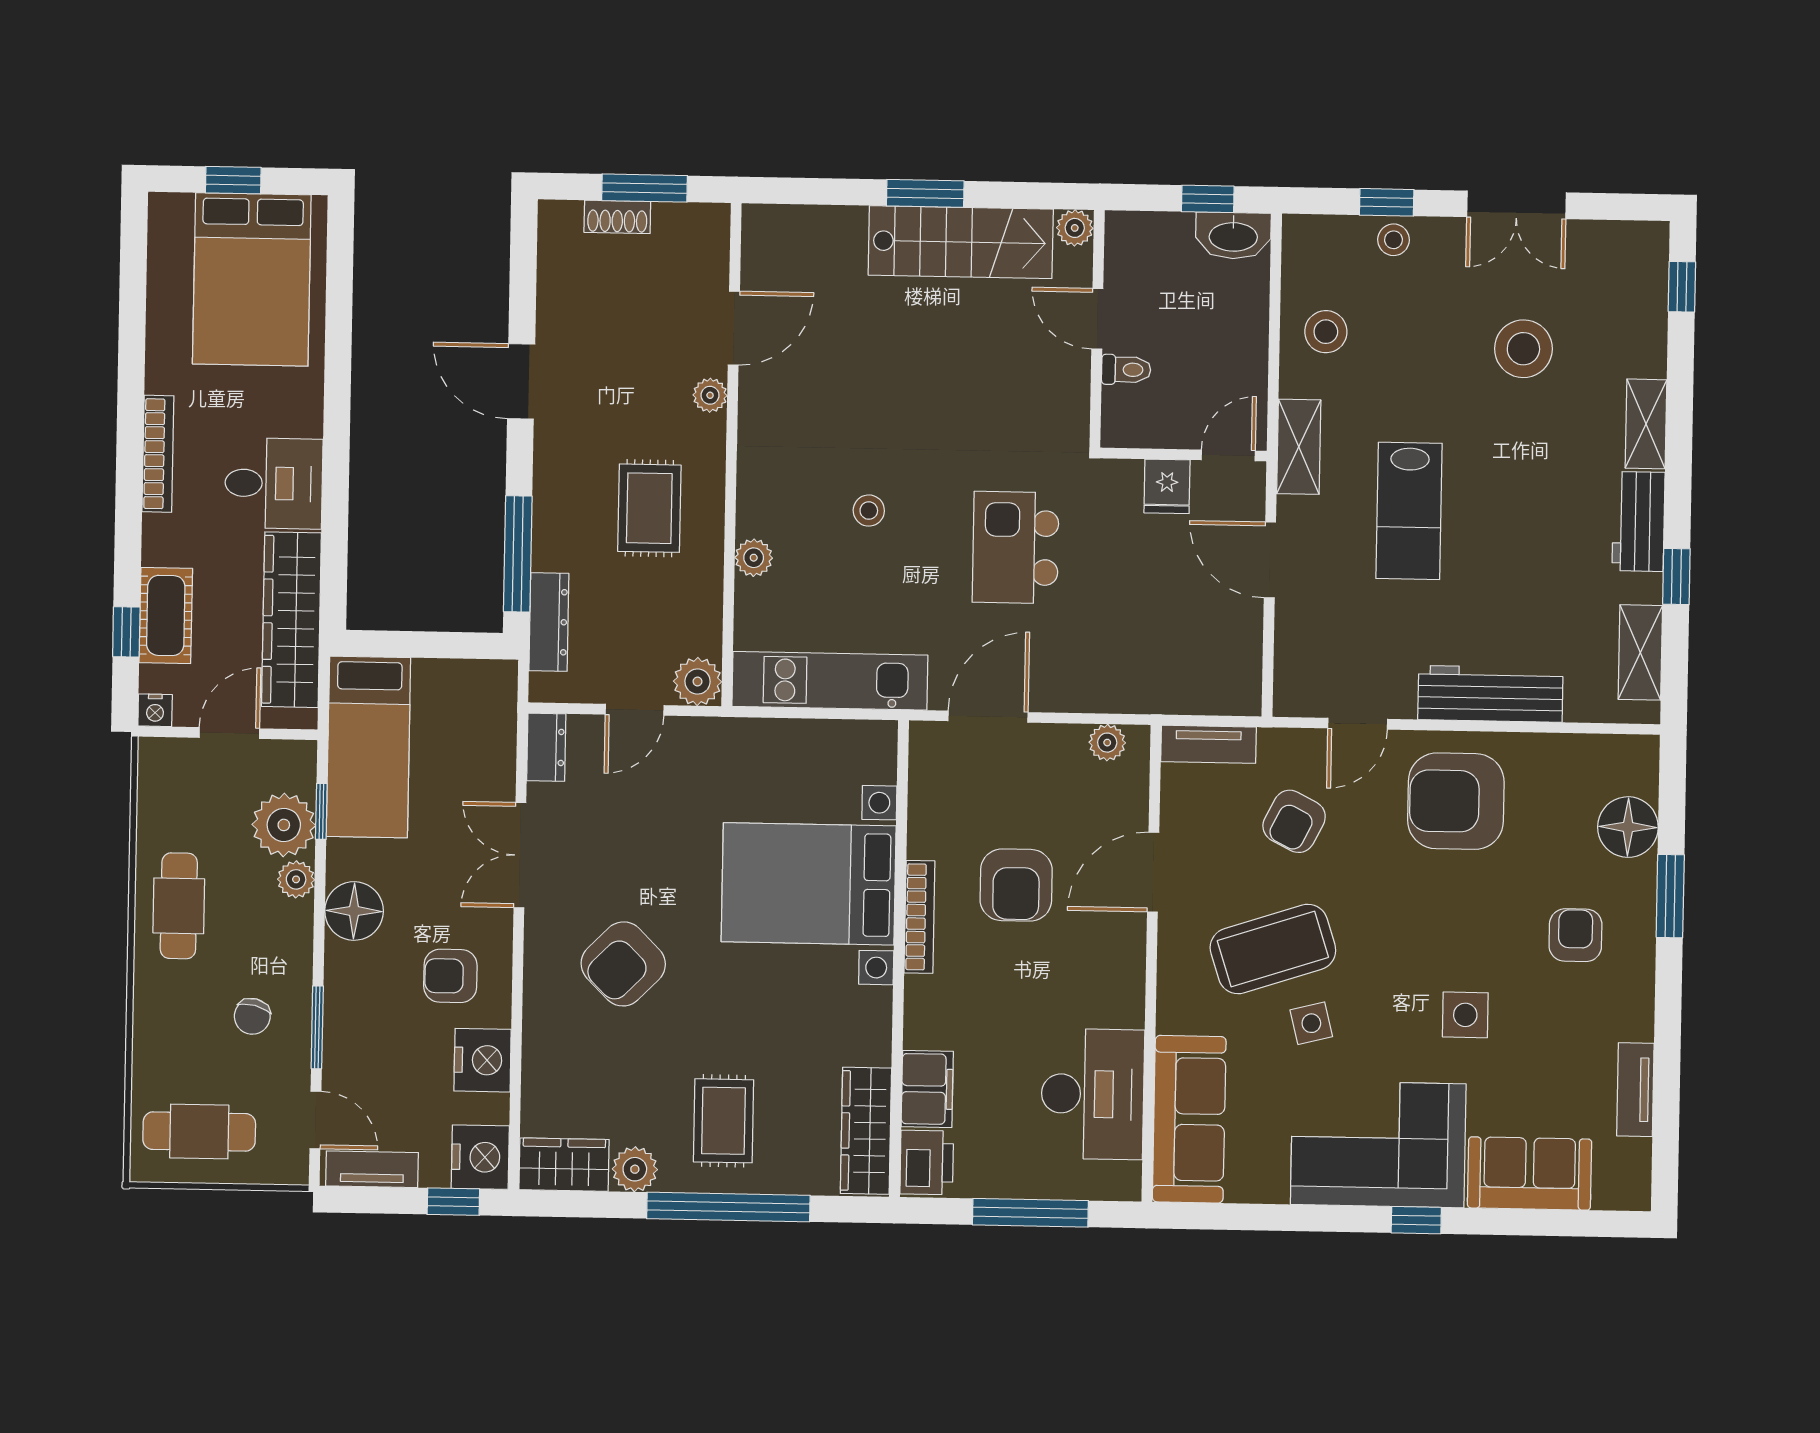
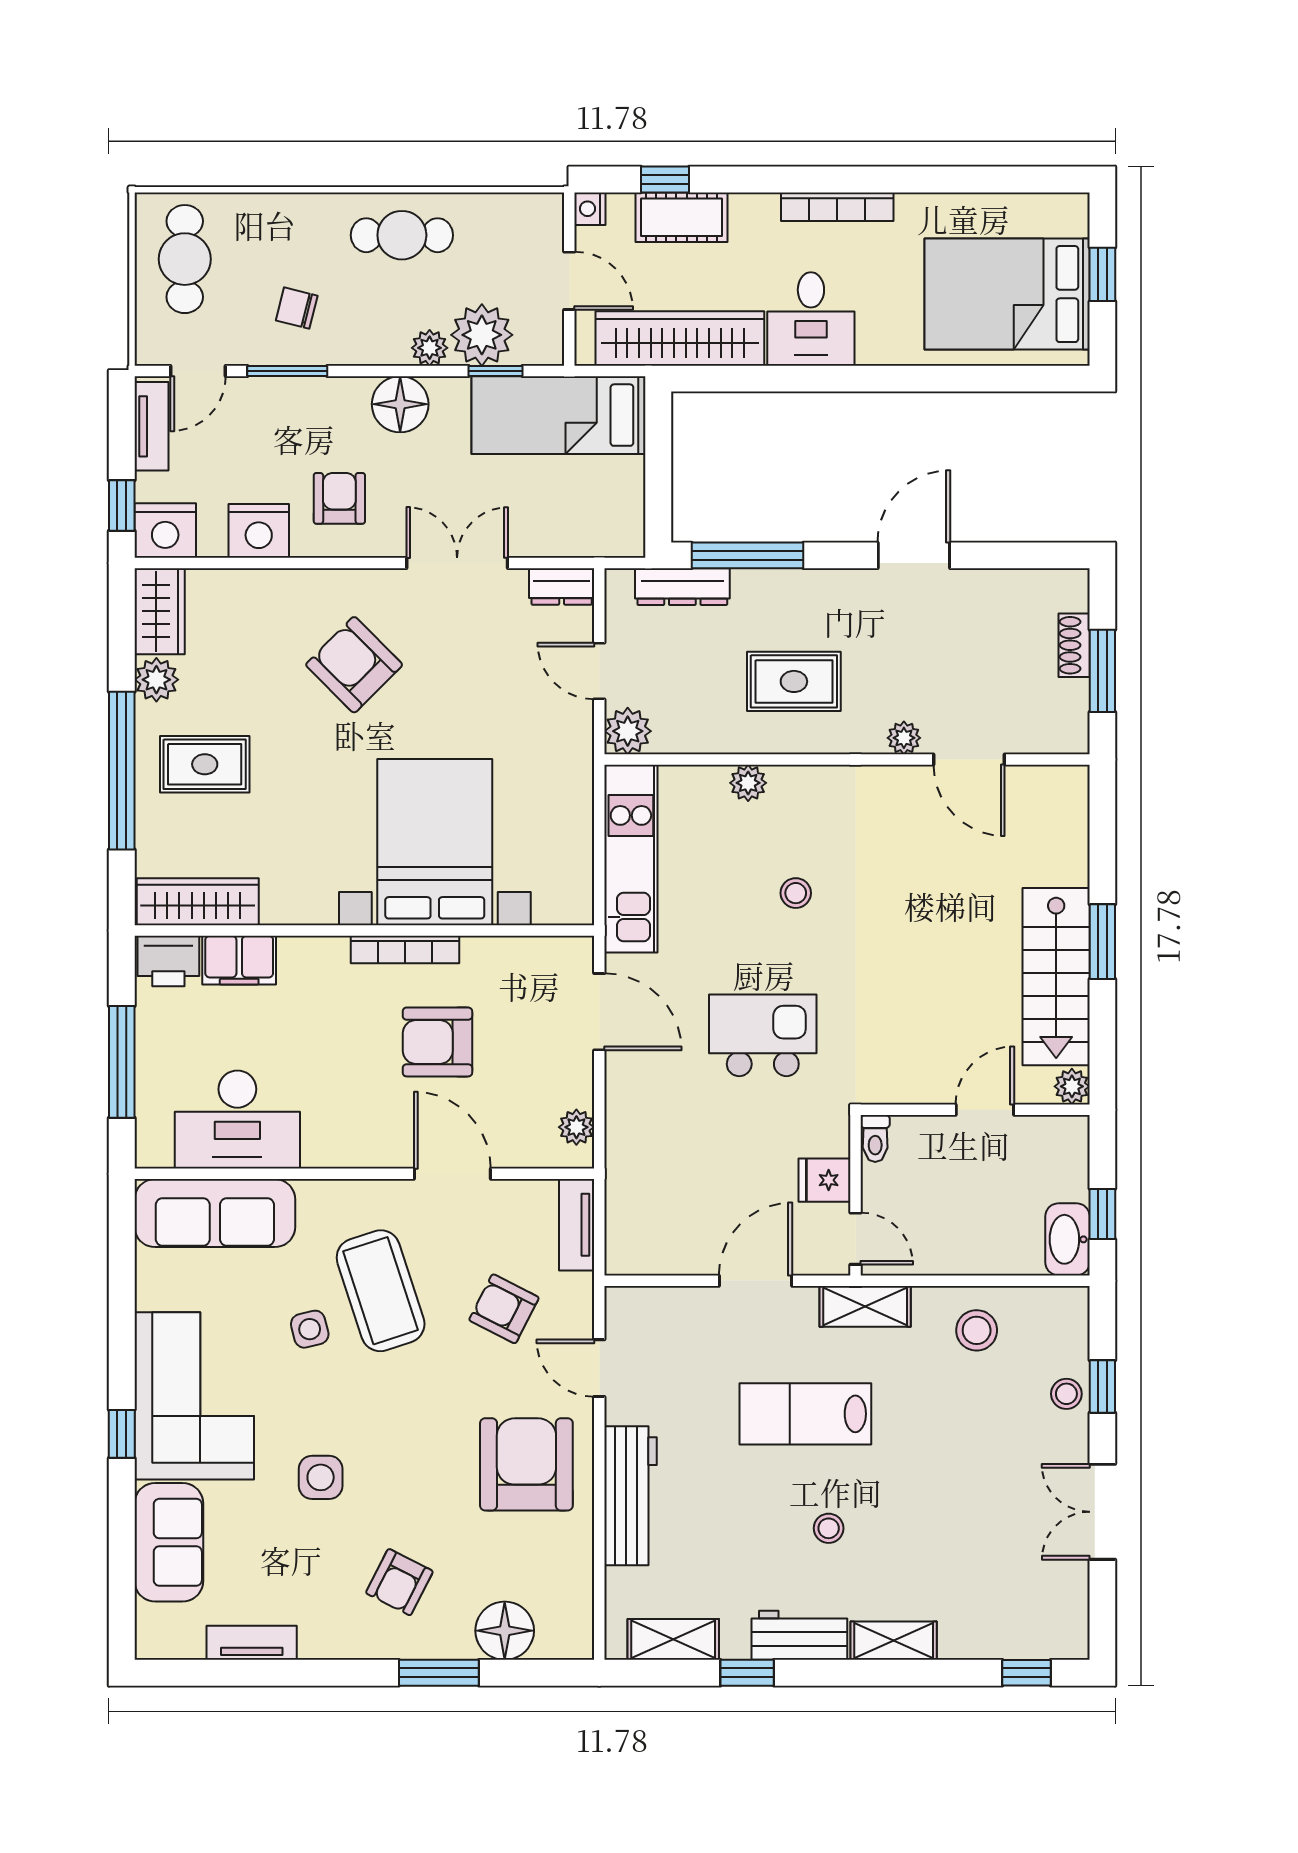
stool: (1523, 349) -> (829, 1528), moved, width x0.53, depth x0.53
toilet: (1126, 370) -> (875, 1139), moved
armchair: (1575, 935) -> (399, 1582), turned 117

